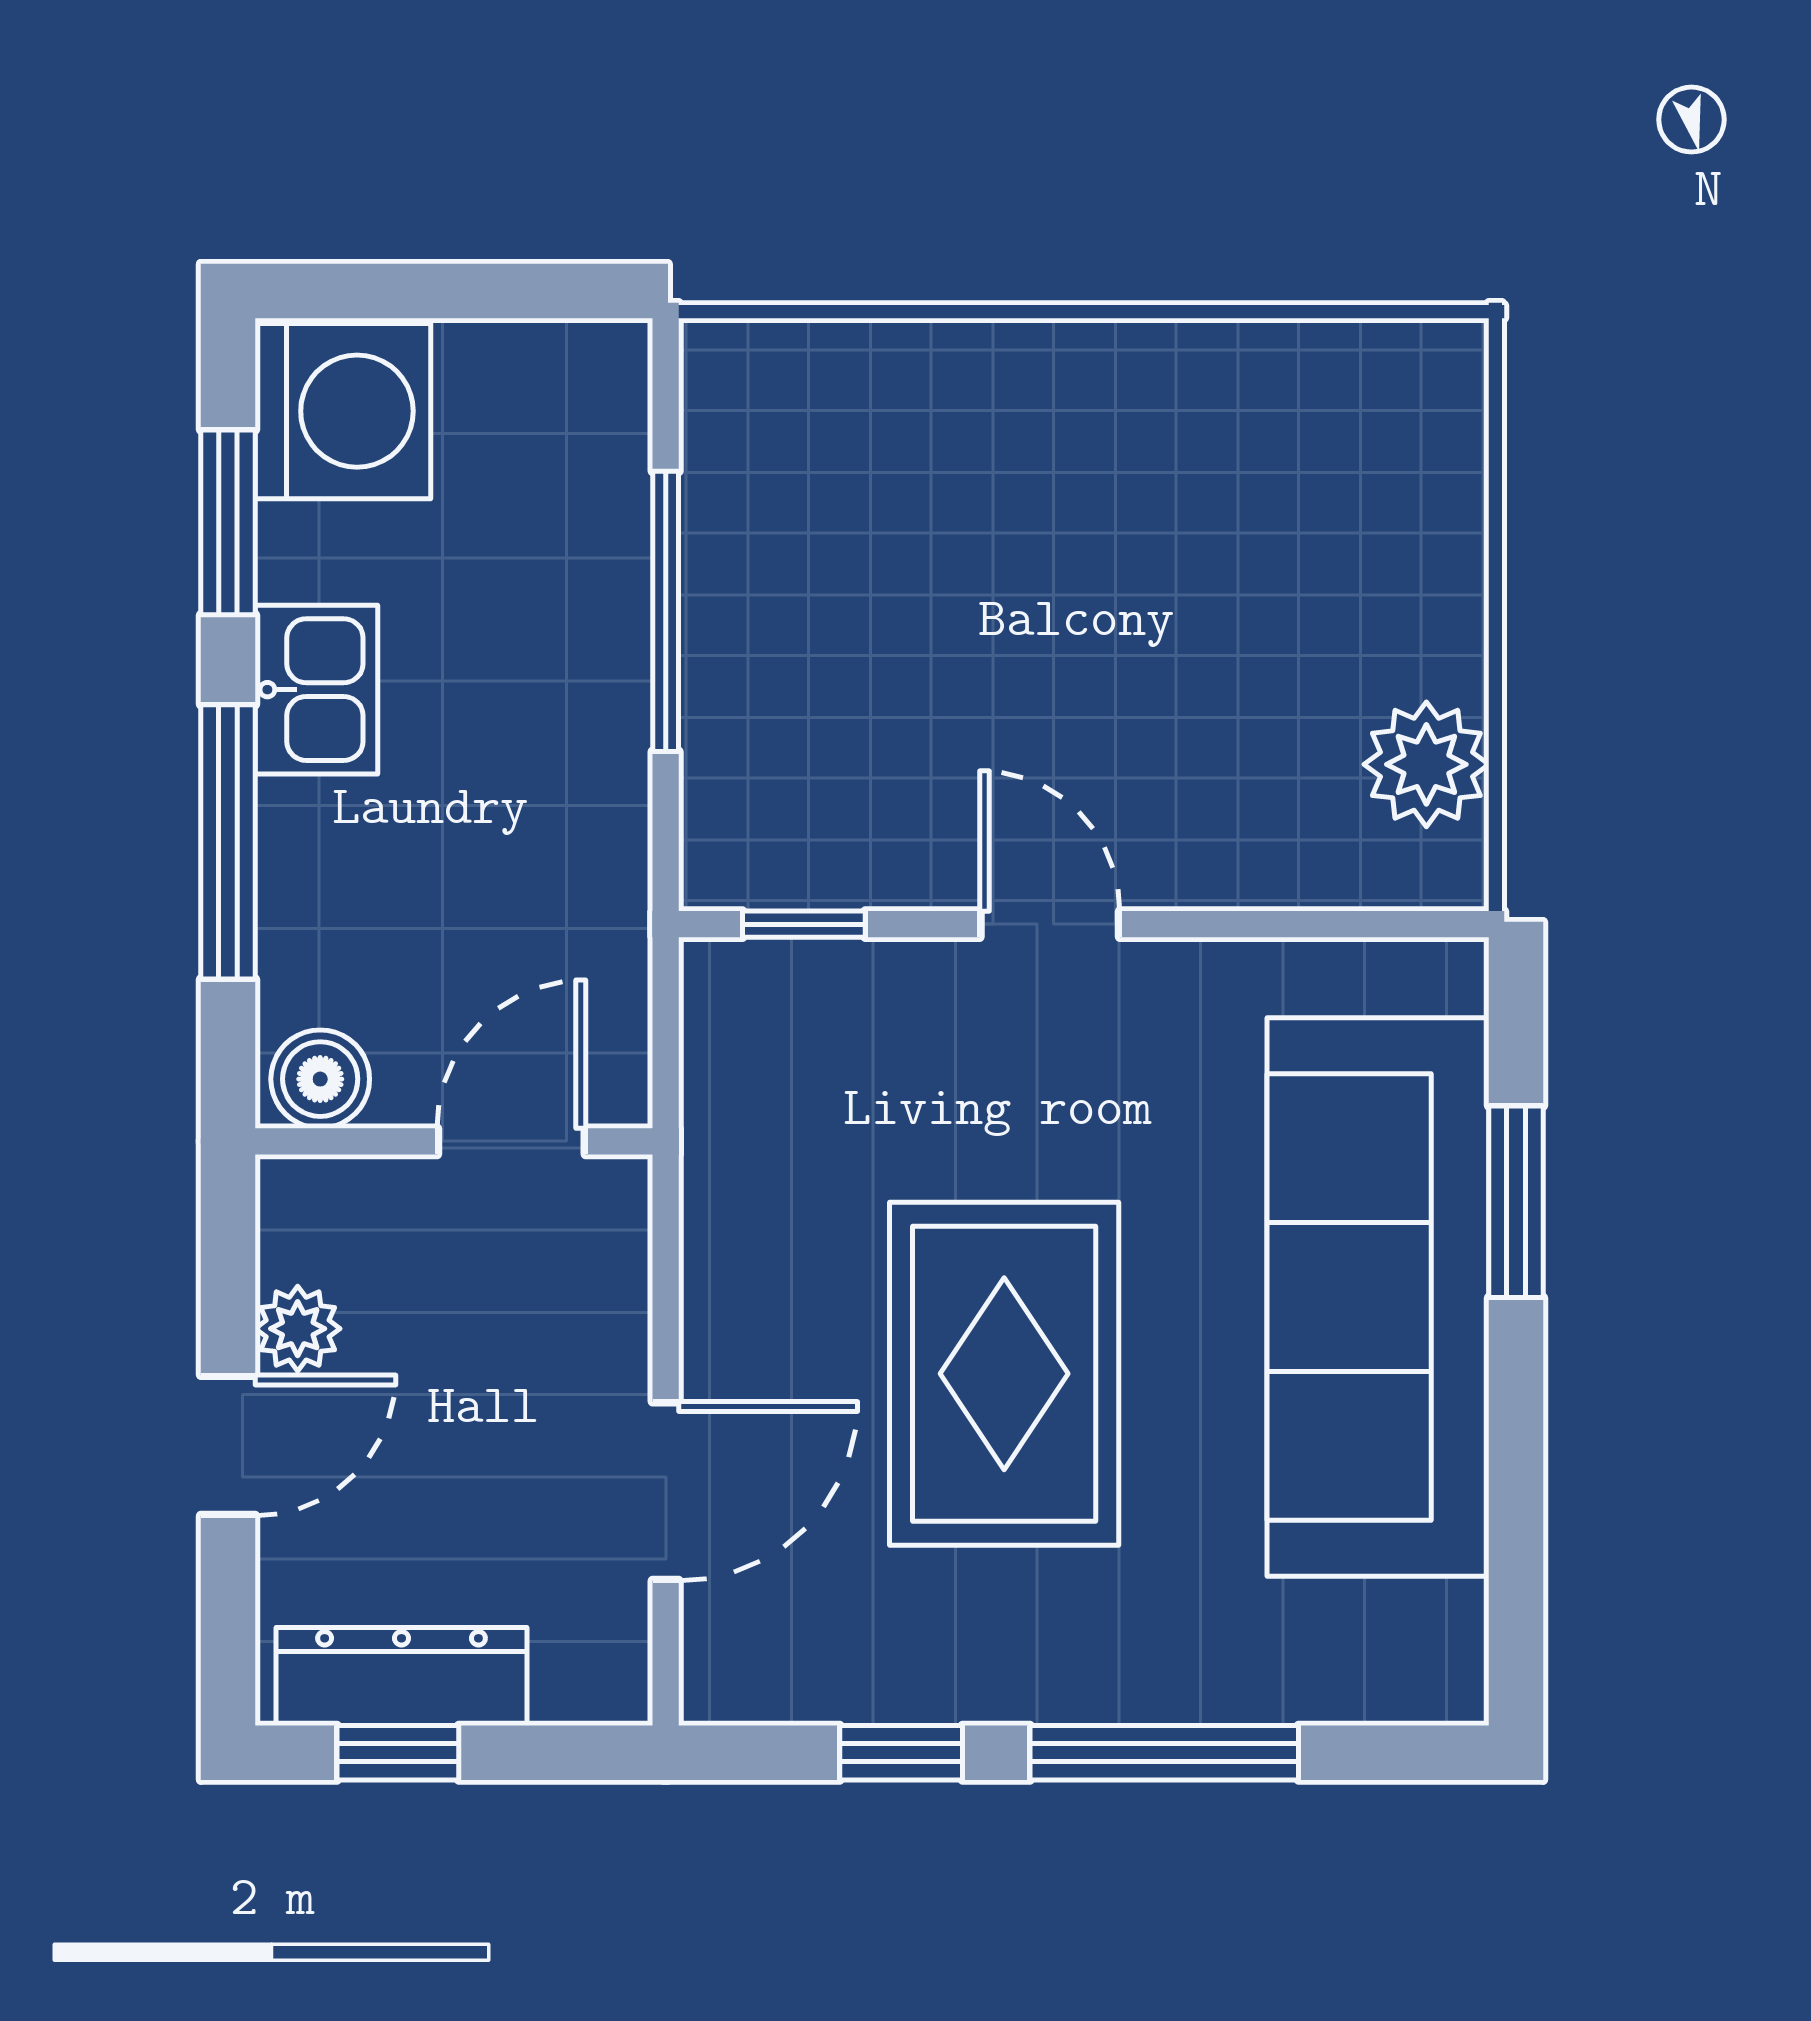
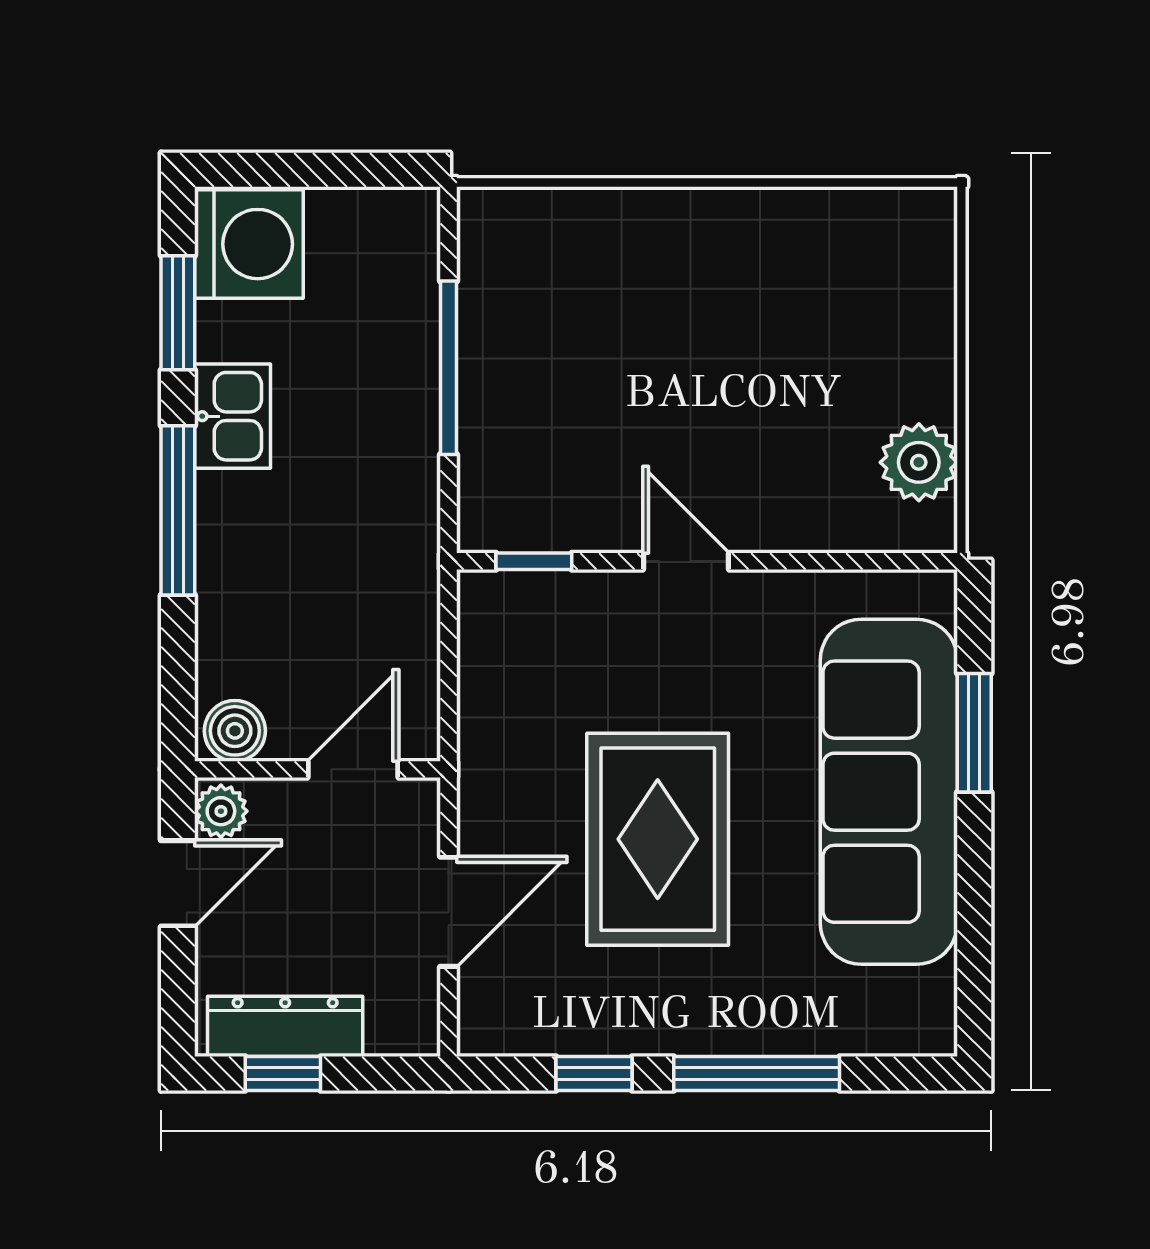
boiler: (320, 1079) -> (235, 731), moved
wall: (454, 1141) -> (318, 769), moved
door: (511, 1141) -> (353, 769), moved

